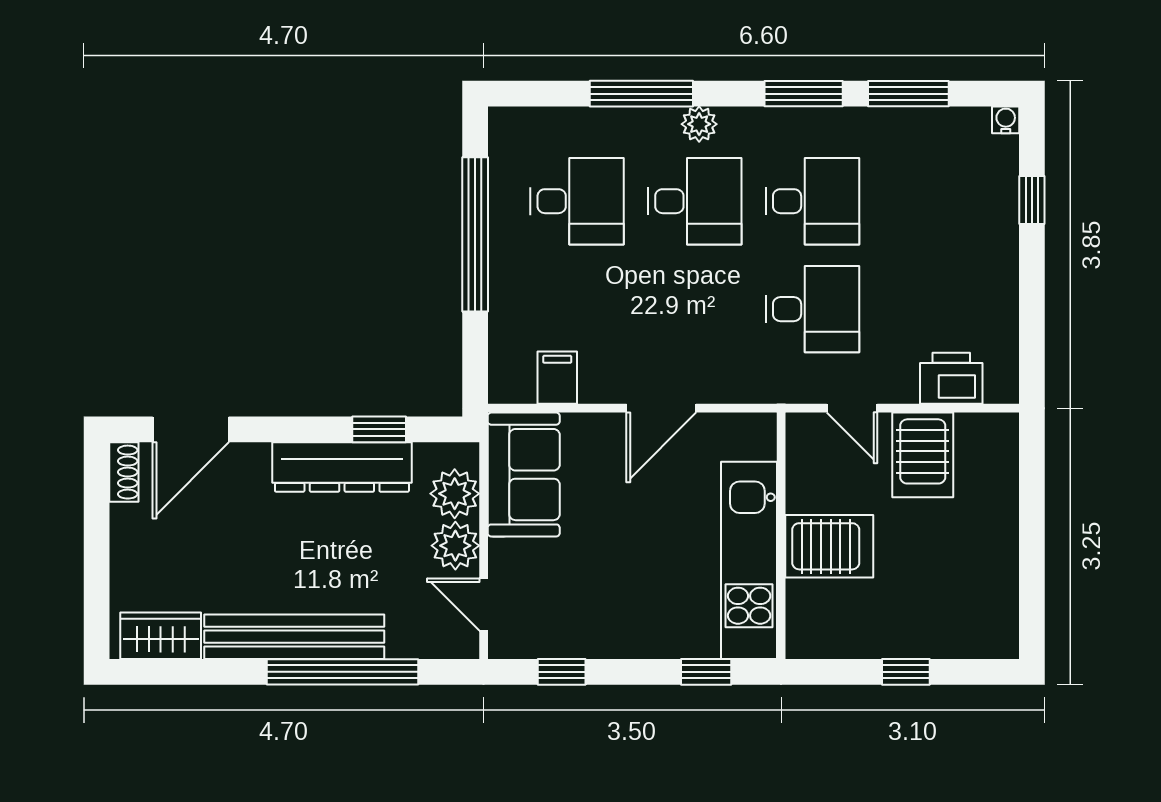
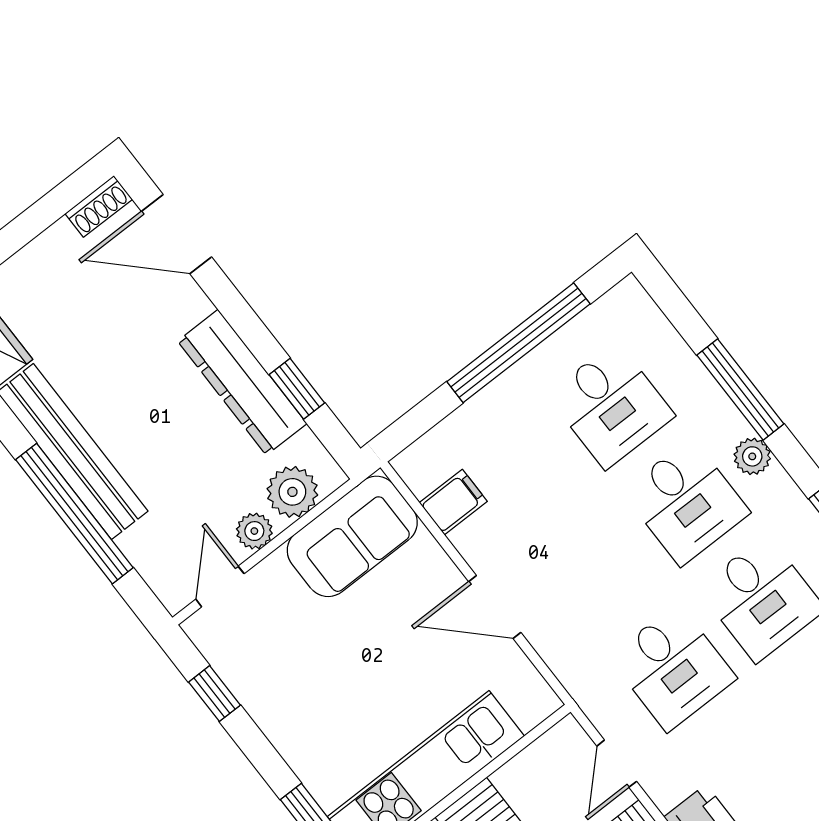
plant: (455, 546) -> (254, 531), width x0.73, depth x0.73

